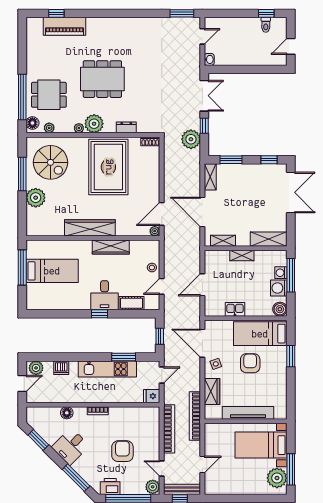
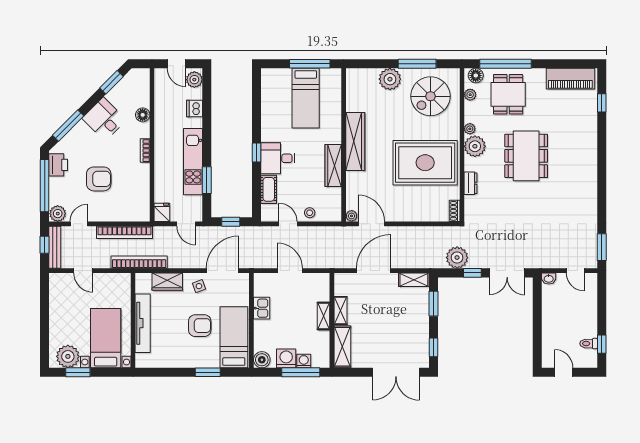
piano: (64, 26) -> (570, 79), moved, turned -90
shelving: (223, 241) -> (340, 311), moved
window: (291, 469) -> (78, 372), width x0.69

